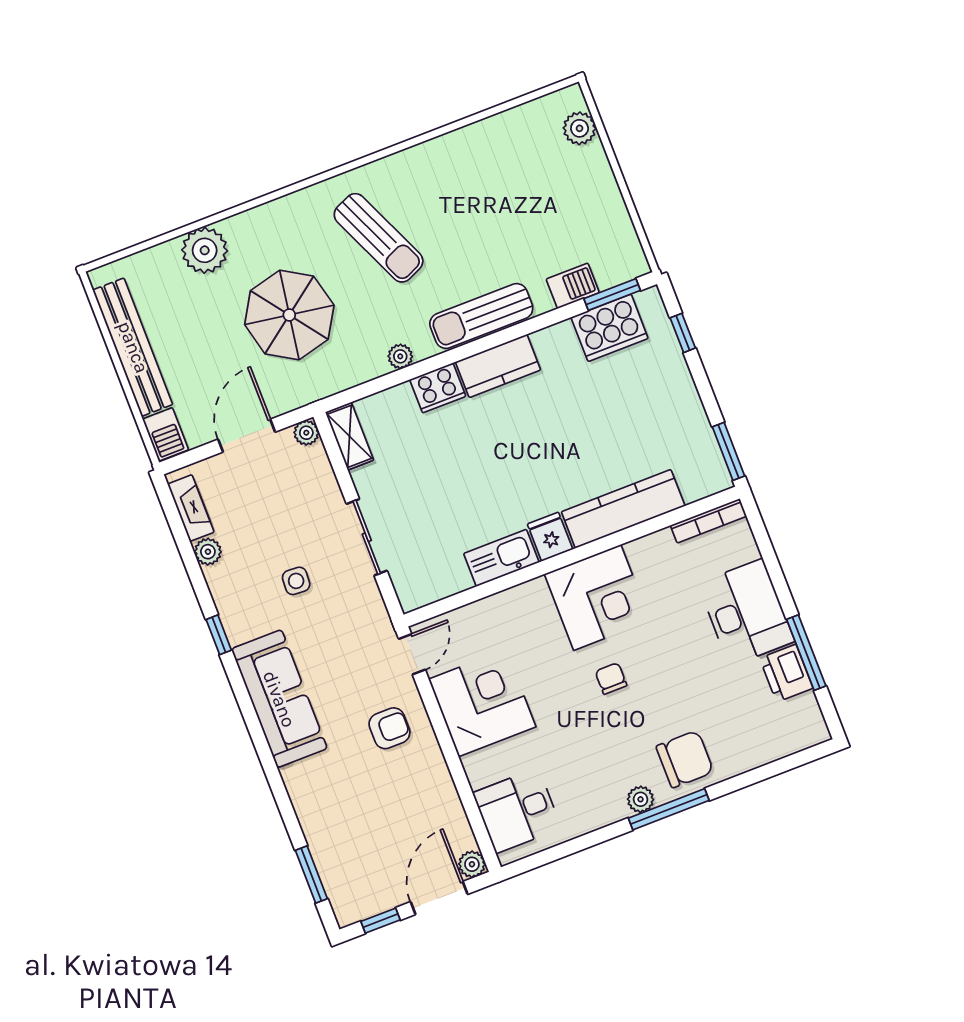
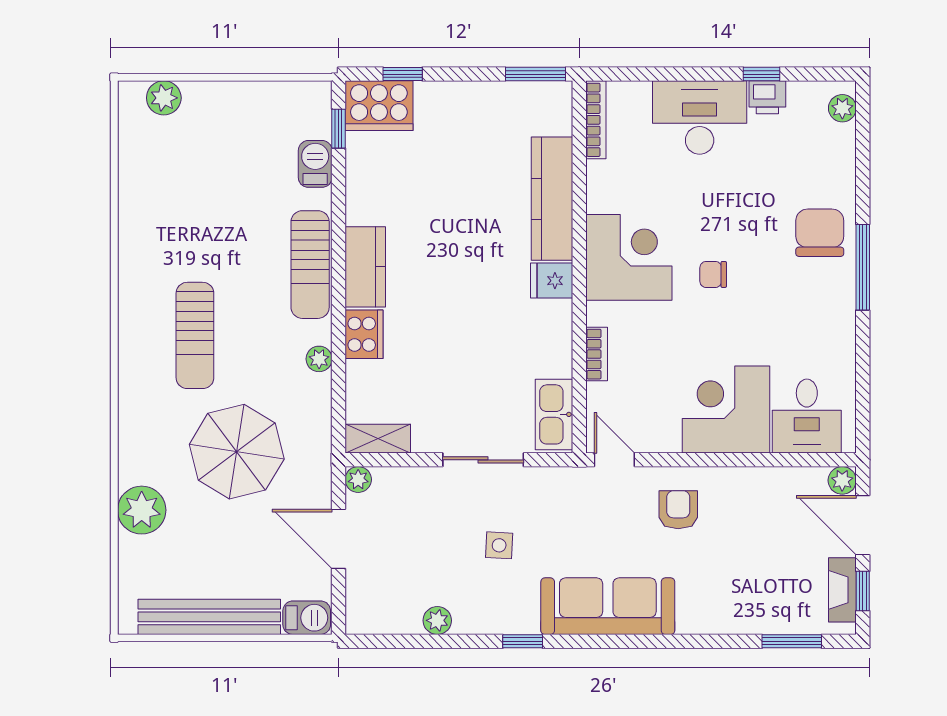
sun lounger: (379, 238) -> (195, 335), turned 114
window: (612, 295) -> (339, 129), width x0.67
cooker: (610, 328) -> (379, 106), moved, turned 90
fireplace: (191, 508) -> (842, 590), moved, turned -90
kitchen sink: (501, 558) -> (554, 414), moved
bookcase: (500, 602) -> (597, 354), added
window: (806, 653) -> (761, 74), width x0.46
printer: (786, 673) -> (767, 97), width x0.73, depth x0.81
corner desk: (482, 703) -> (726, 410), moved
plant: (641, 799) -> (842, 108), moved

